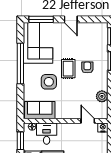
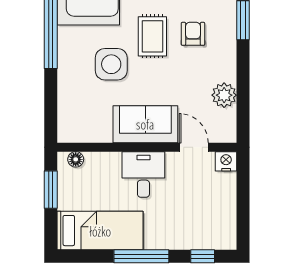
sofa: (40, 110) -> (145, 124), moved
desk: (47, 134) -> (143, 174), moved

